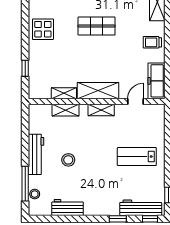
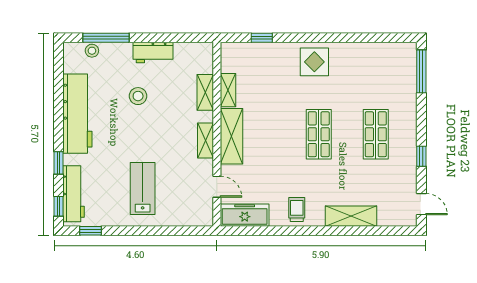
workbench: (36, 154) -> (153, 52), width x0.73
workbench: (68, 207) -> (77, 114), width x1.87, depth x1.32

